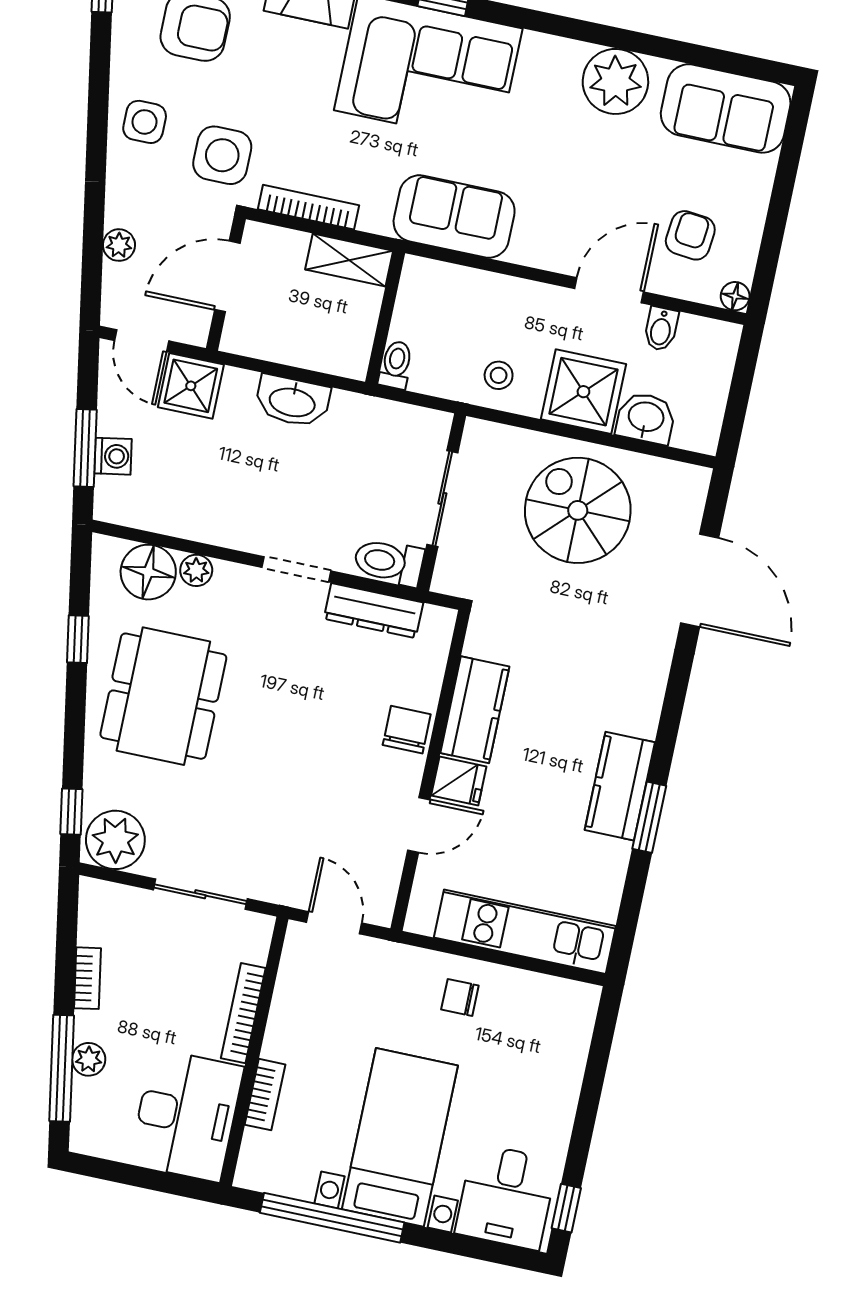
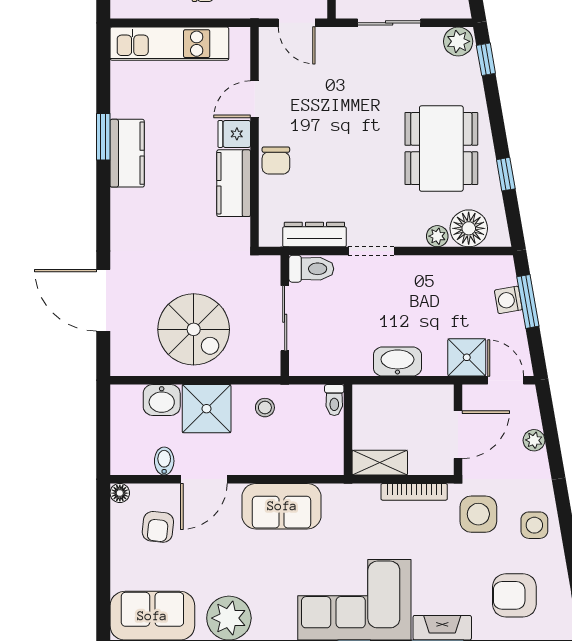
sofa: (454, 216) -> (282, 506), moved
plant: (115, 840) -> (458, 41), width x0.73, depth x0.73

